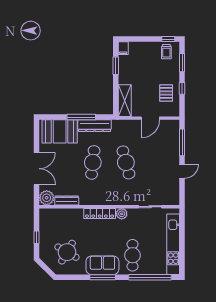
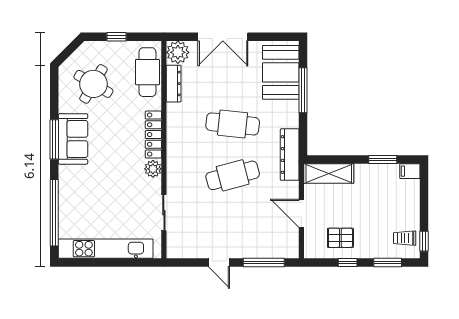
window: (81, 117) -> (303, 90), moved
dresser: (94, 126) -> (290, 155), moved
cafe table: (133, 255) -> (147, 72), moved, turned 90

